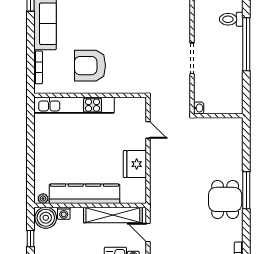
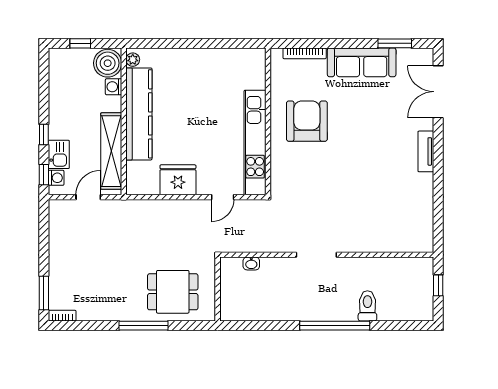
kitchen unit: (74, 105) -> (255, 142), moved
wall: (218, 116) -> (218, 289), moved
dining table: (225, 199) -> (173, 292), moved

